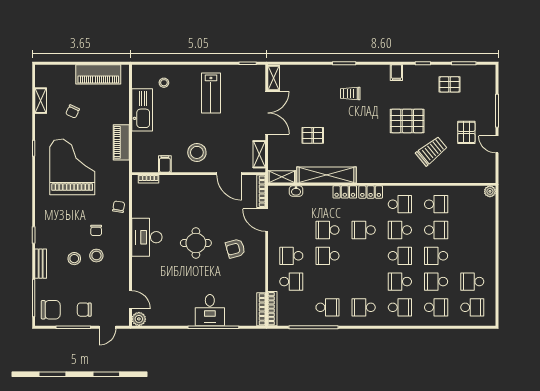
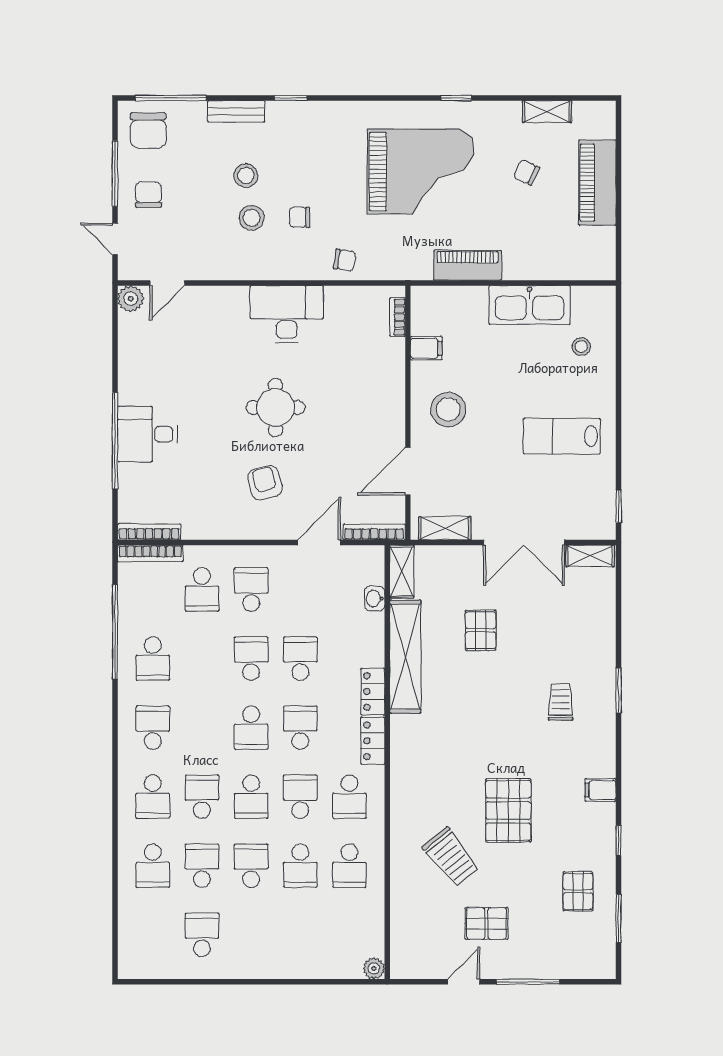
piano: (98, 74) -> (597, 183), moved
school desk: (472, 307) -> (251, 728), moved

